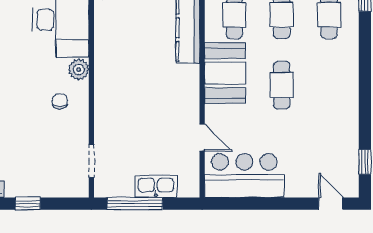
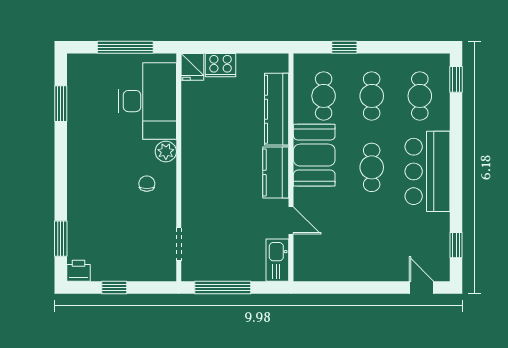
kitchen counter: (187, 90) -> (276, 172), added
bar counter: (244, 175) -> (428, 171), moved, turned -90
kitchen sink: (156, 186) -> (277, 260), moved, turned -90

